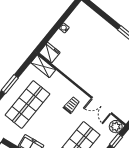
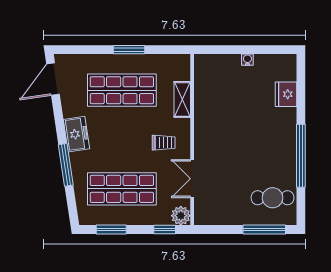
fridge: (50, 53) -> (286, 94), moved, turned 180
shelving: (43, 66) -> (182, 99), moved

